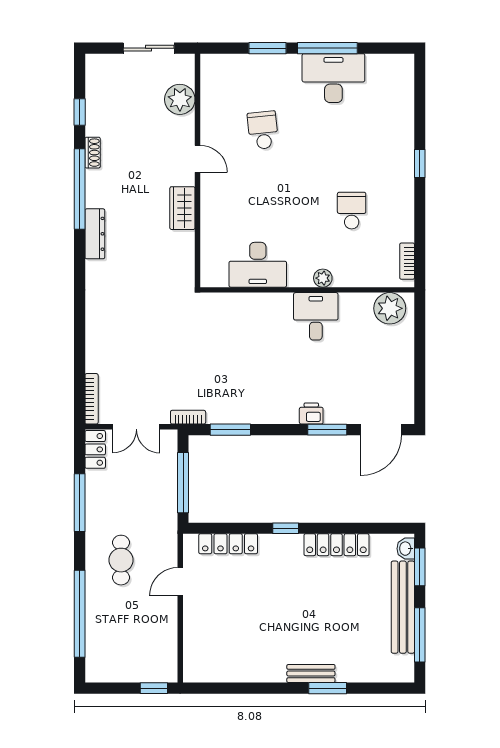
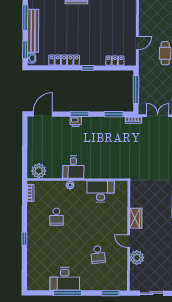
window: (268, 48) -> (110, 293), moved
plant: (180, 99) -> (137, 258), moved
window: (327, 430) -> (79, 114), moved
locker: (228, 544) -> (115, 61), width x0.66

